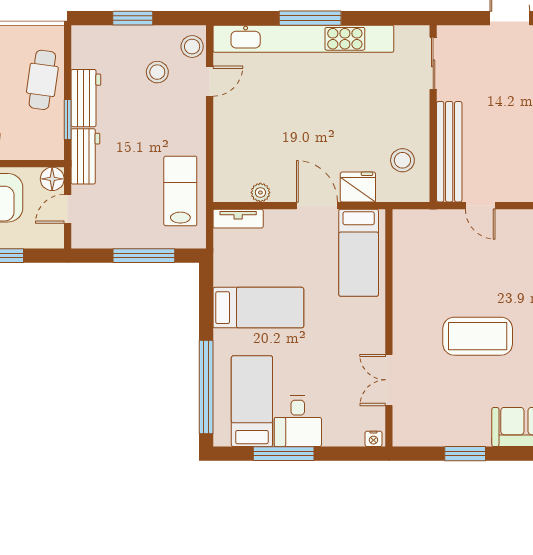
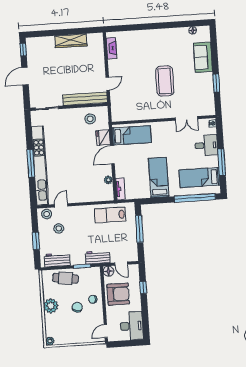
door: (210, 81) -> (61, 205), hinge flipped
workbench: (86, 98) -> (57, 260), moved
desk: (298, 421) -> (206, 145), moved

